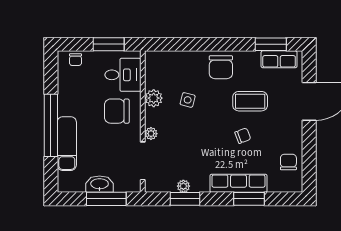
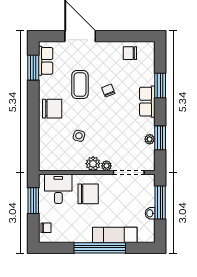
plant: (154, 98) -> (93, 164), moved
chair: (117, 111) -> (88, 194), turned -90
row of seats: (238, 183) -> (147, 102), width x0.68
washbasin: (100, 184) -> (150, 213), width x0.52, depth x0.69

